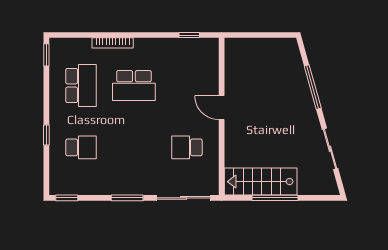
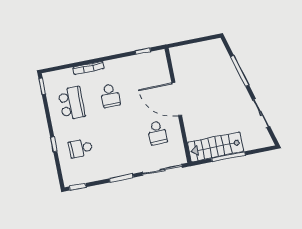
school desk: (134, 86) -> (110, 96), width x0.54
door: (222, 108) -> (177, 99), width x1.87
school desk: (81, 147) -> (81, 148), turned 180
school desk: (187, 147) -> (157, 133), turned -90

